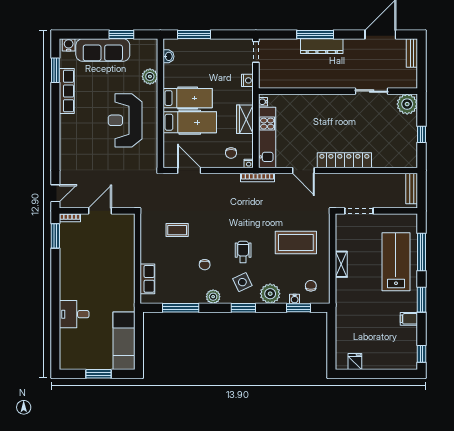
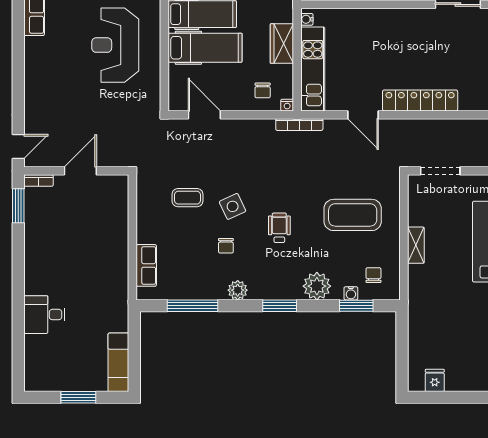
side table: (242, 282) -> (233, 206), moved
exam couch: (124, 341) -> (118, 362), width x0.73, depth x0.69

